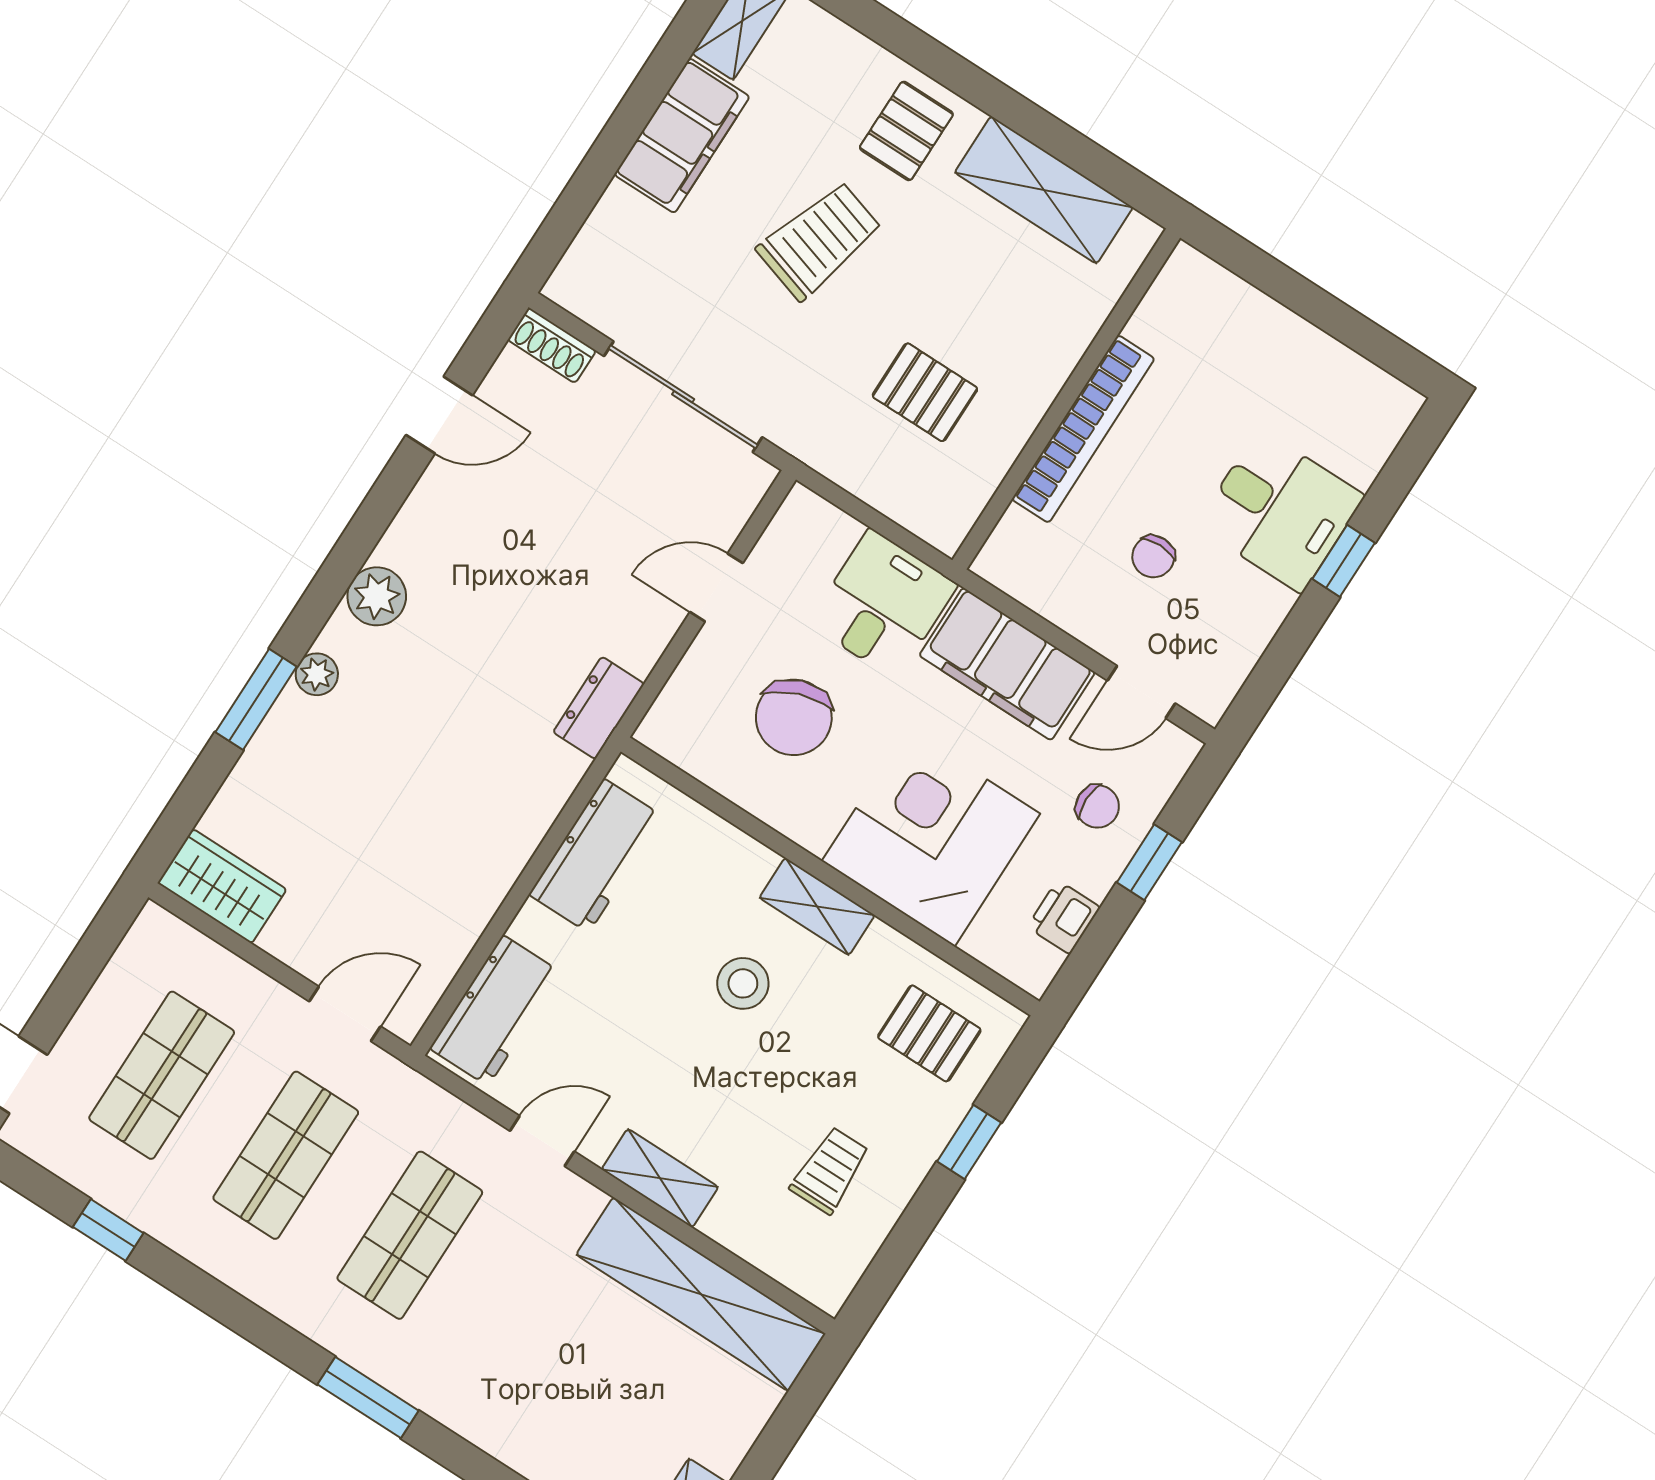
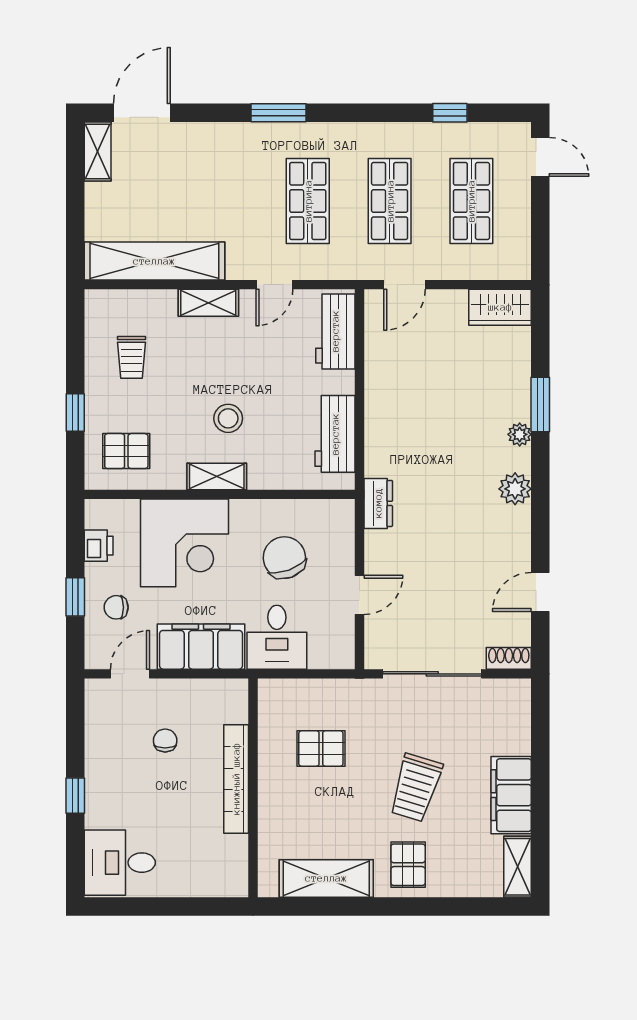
desk: (1280, 511) -> (120, 863), moved

